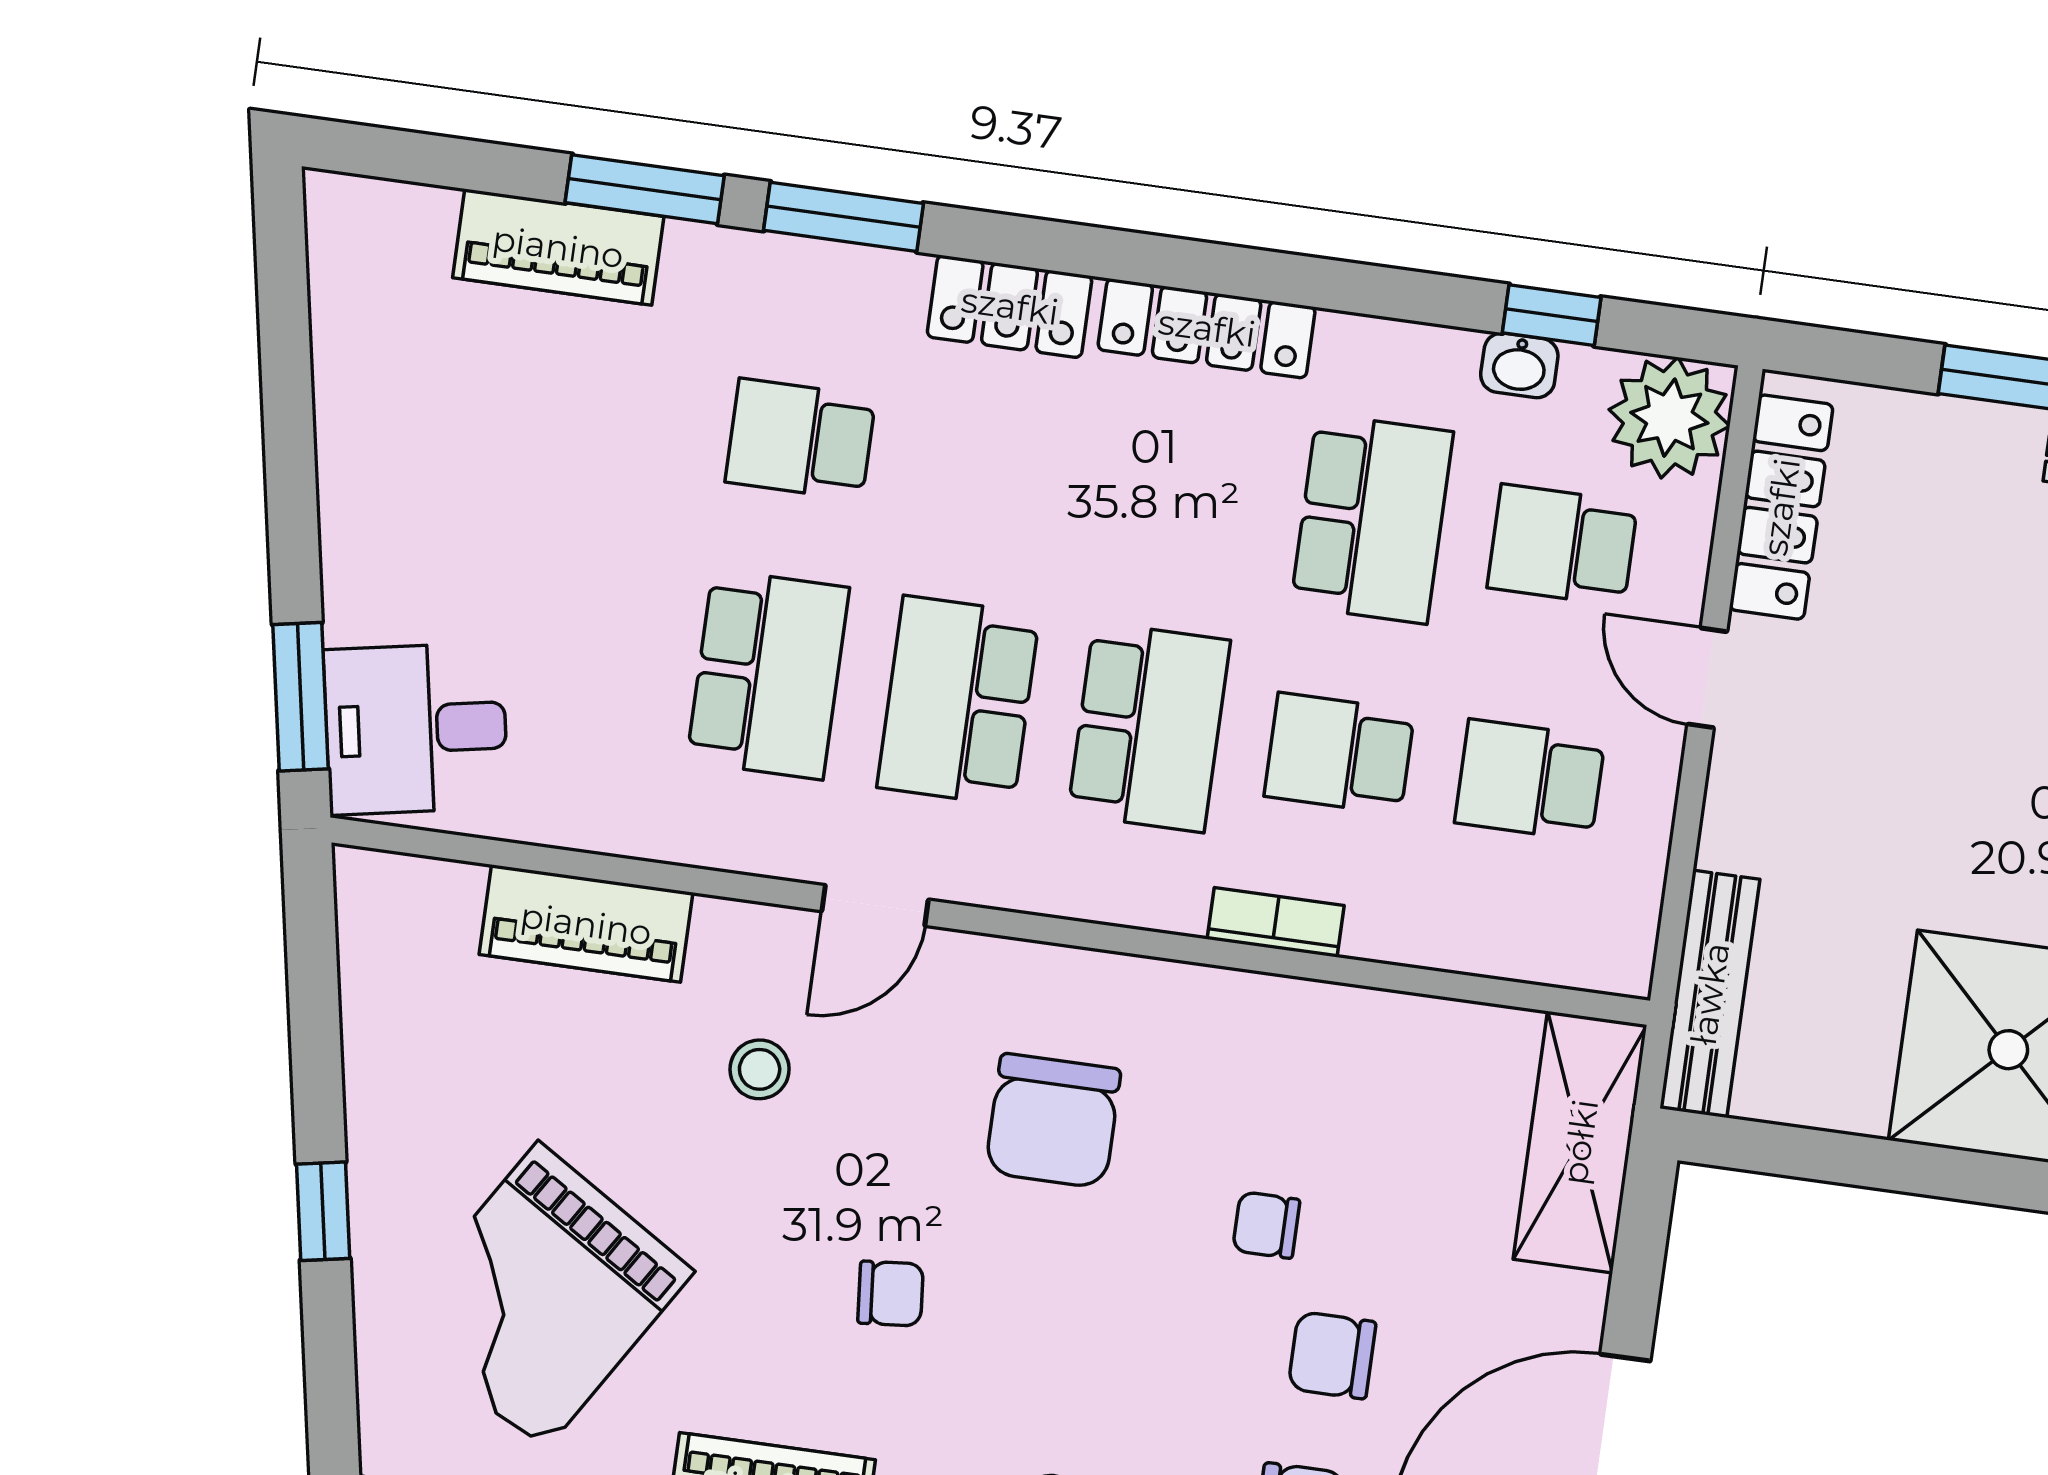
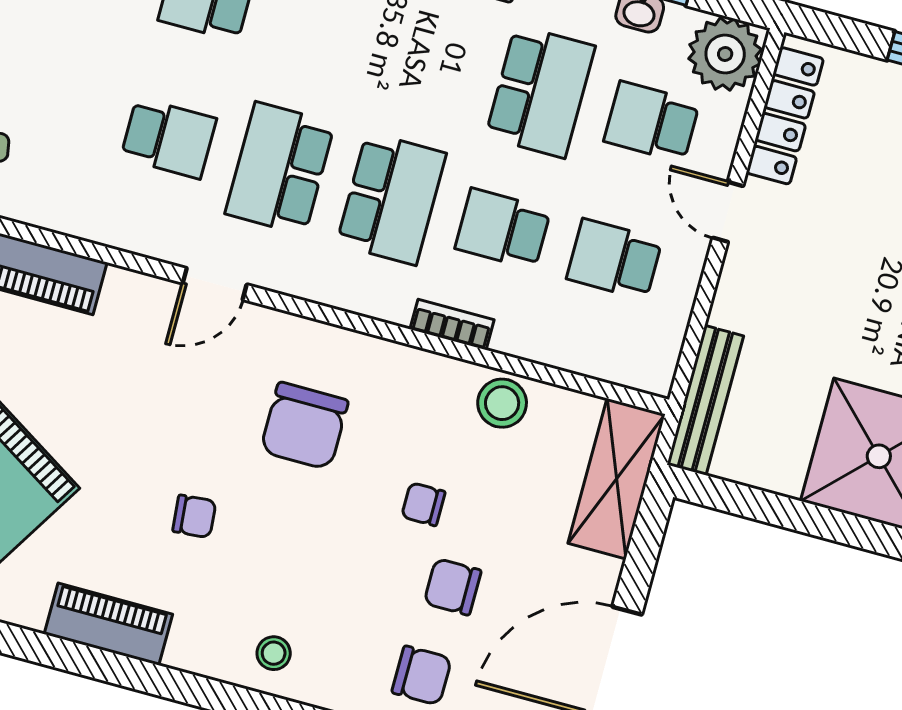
school desk: (768, 674) -> (168, 138), width x0.54
stool: (760, 1069) -> (502, 403), moved, width x1.37, depth x1.37

